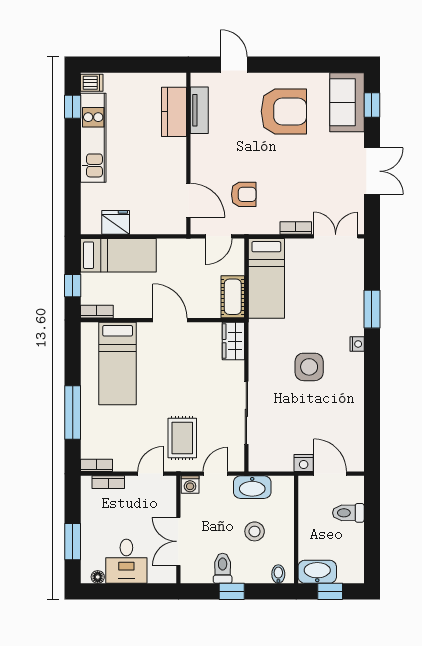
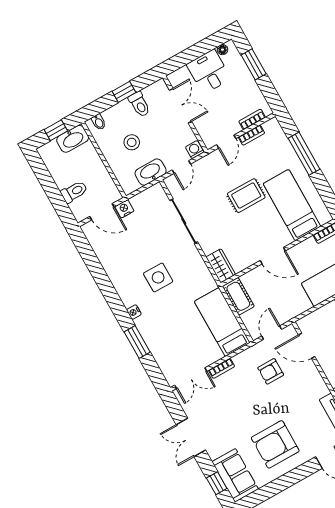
rug: (182, 438) -> (246, 196), moved, turned 90
bookcase: (97, 465) -> (251, 135), moved

